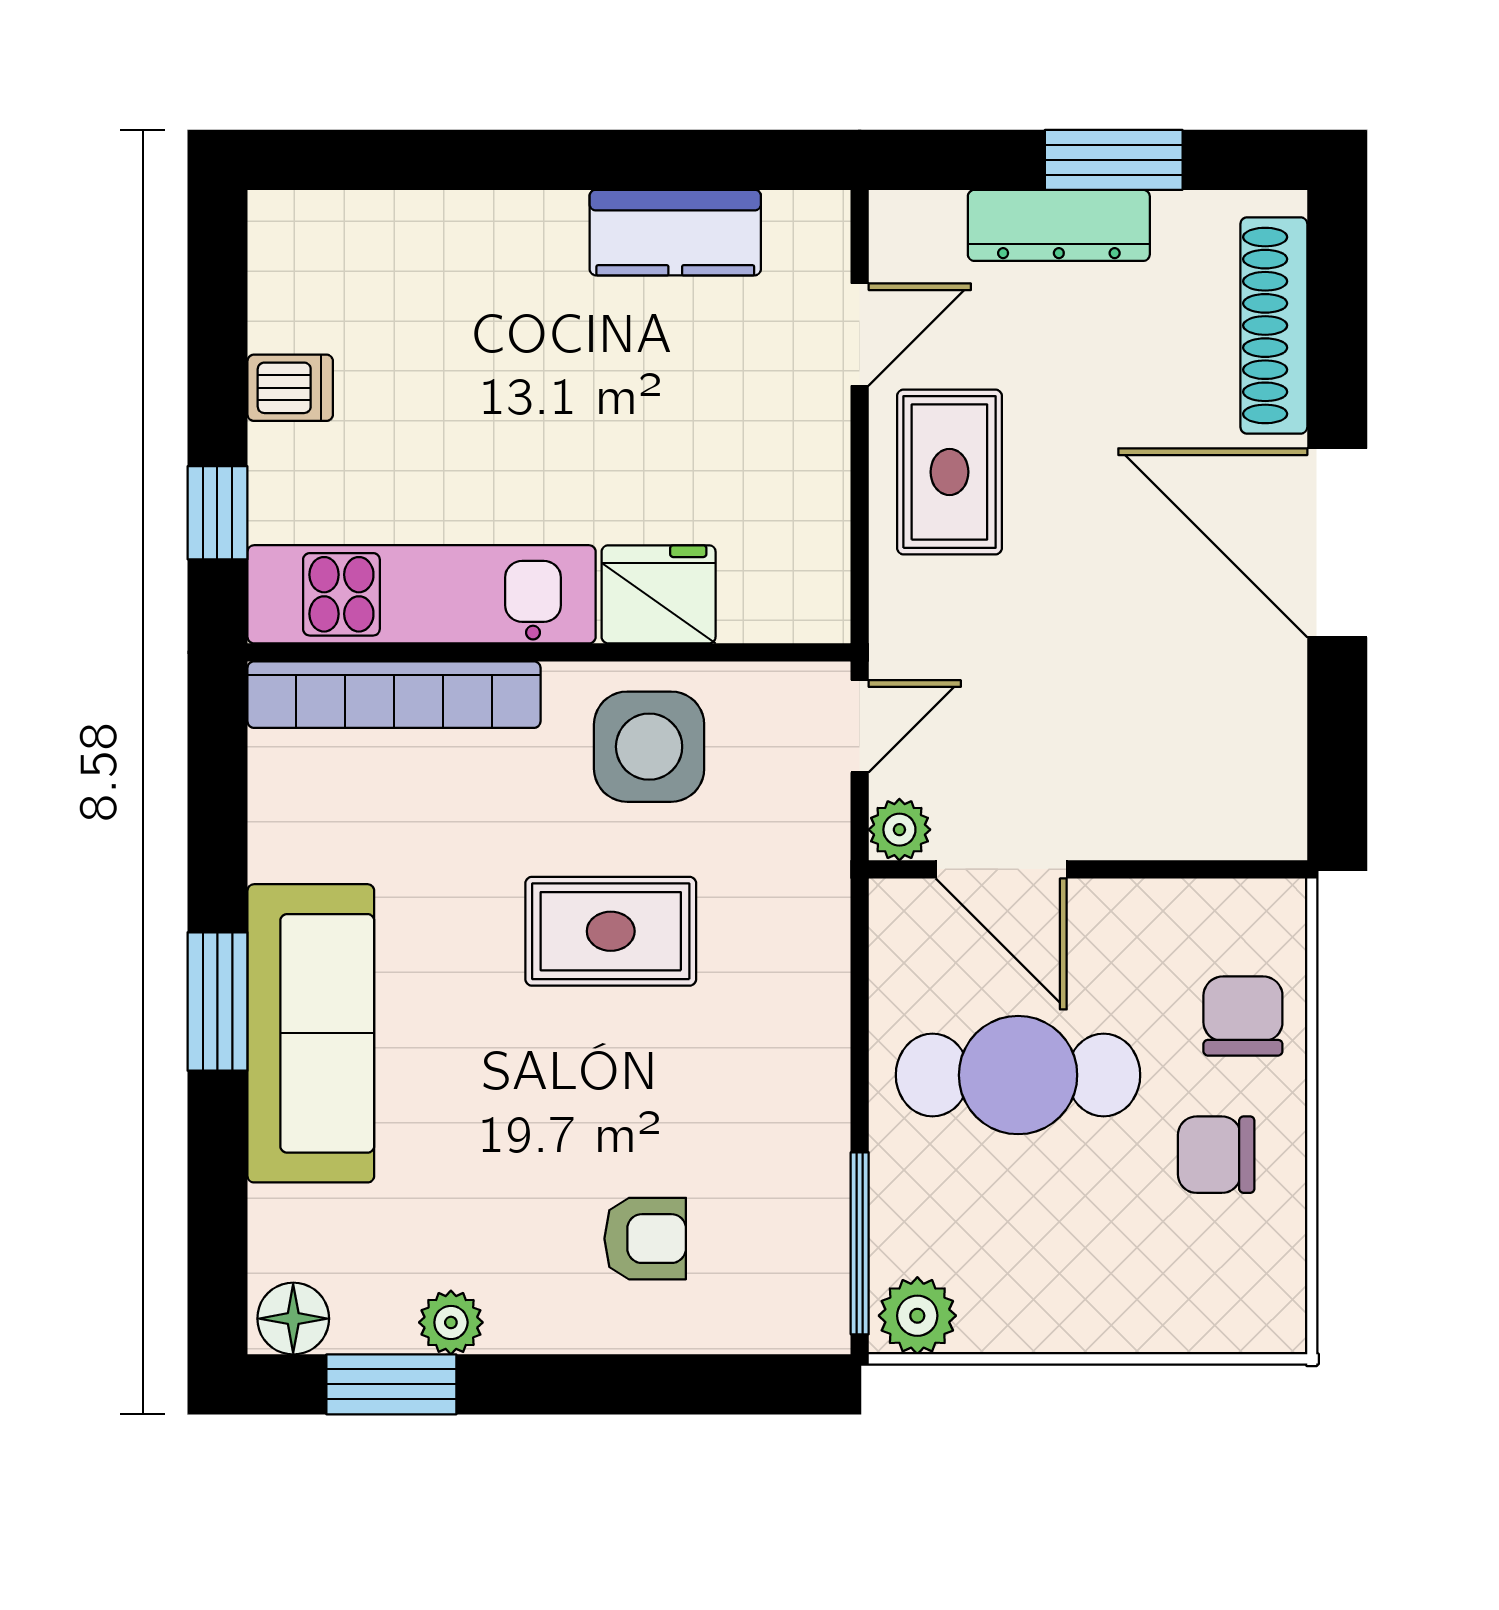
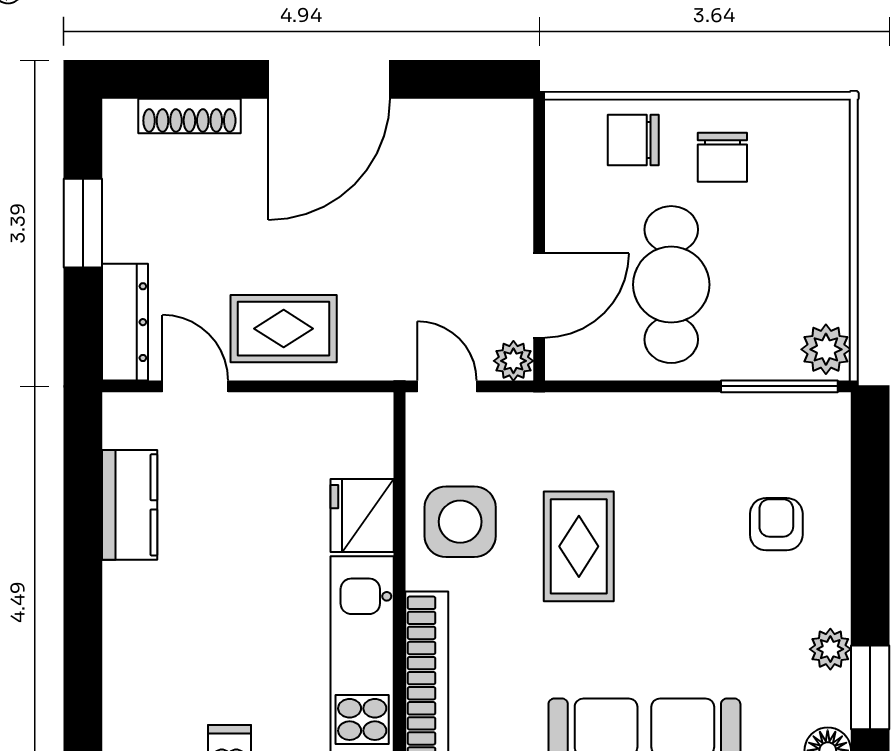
dresser: (1059, 225) -> (125, 322), moved
shoe rack: (1274, 325) -> (189, 116), width x0.74, depth x0.81

